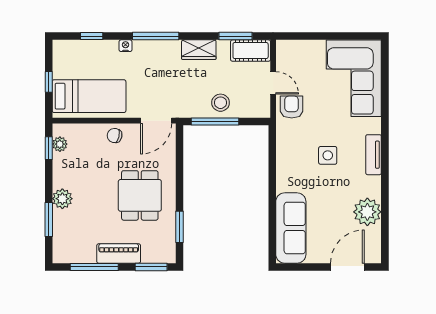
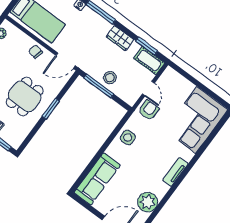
side table: (328, 155) -> (128, 138), moved
window: (180, 227) -> (51, 109), moved

